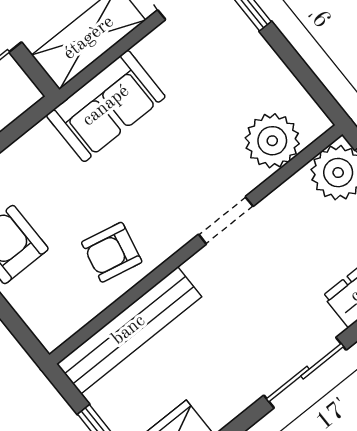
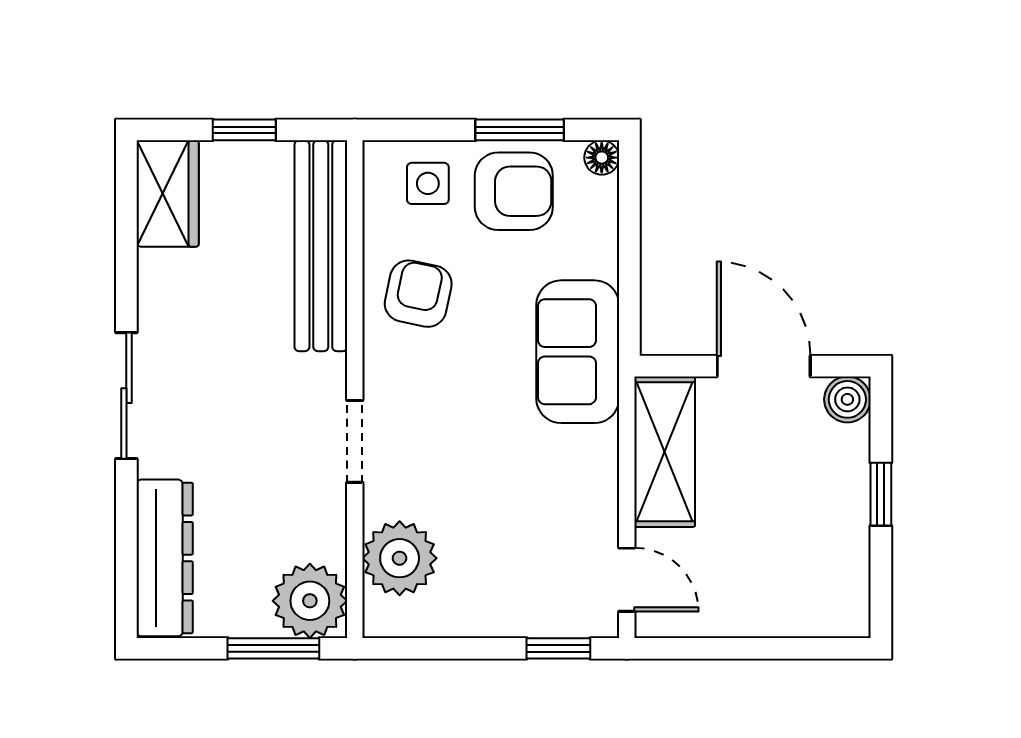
sofa: (106, 106) -> (578, 352), moved
side table: (44, 297) -> (428, 183), added

